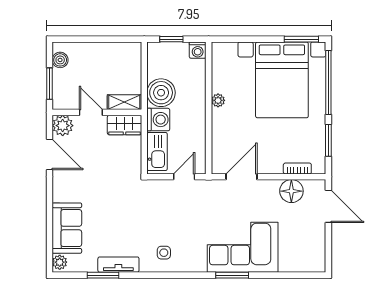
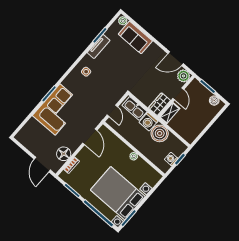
washing machine: (198, 50) -> (171, 159), moved
door: (91, 112) -> (178, 94), hinge flipped
door: (328, 206) -> (42, 164), hinge flipped

